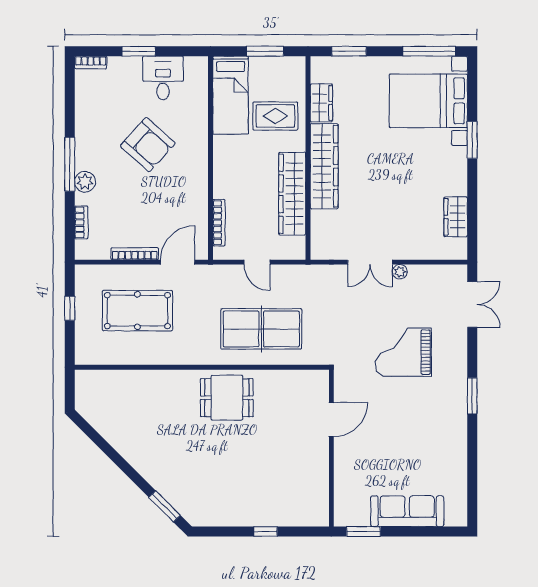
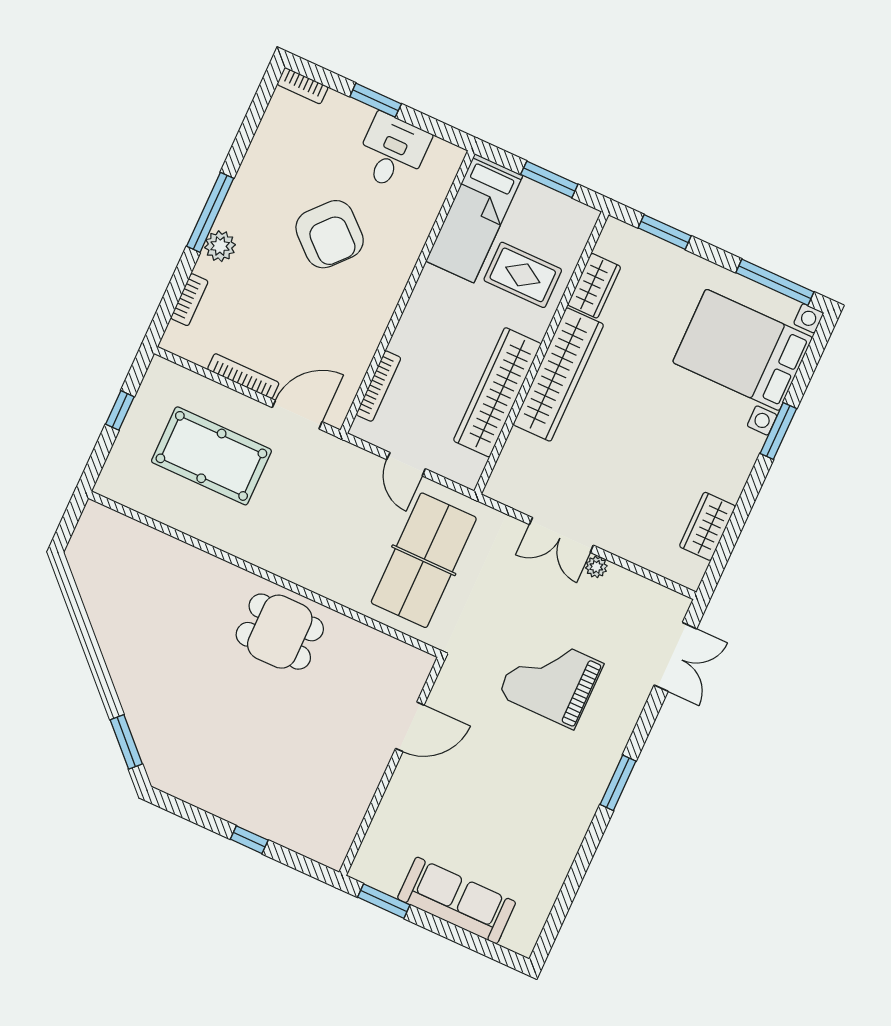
table tennis table: (261, 329) -> (424, 560), moved, turned 90

